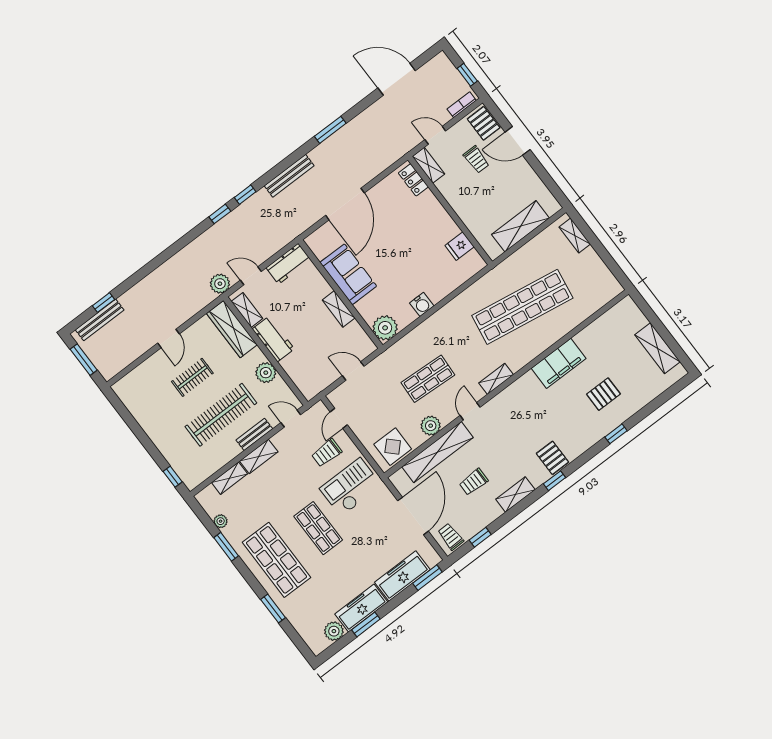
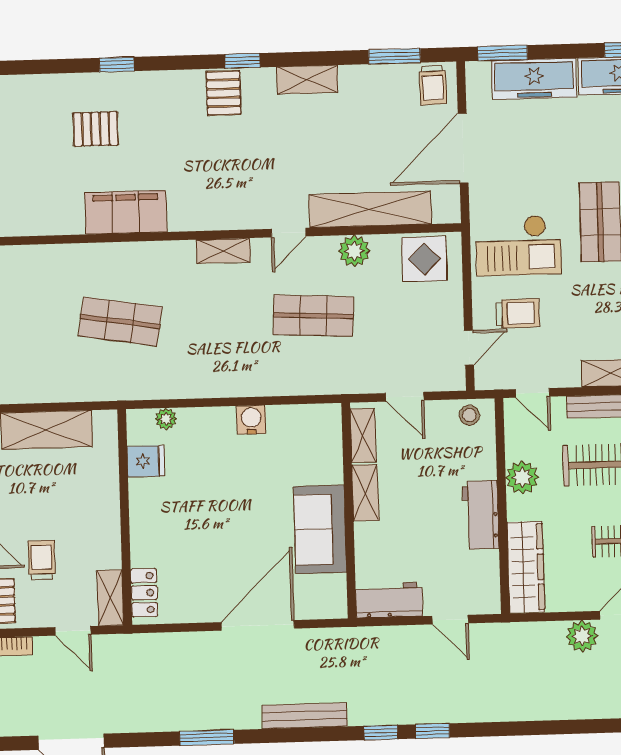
plant: (220, 284) -> (582, 636), moved
shop shelf: (522, 307) -> (120, 321), width x0.50, depth x0.74
shelving: (247, 310) -> (363, 435), moved
plant: (385, 328) -> (166, 419), moved, width x0.53, depth x0.53
stool: (314, 385) -> (469, 415), added
trolley: (474, 482) -> (351, 136), removed
window: (480, 537) -> (394, 56), width x1.50

